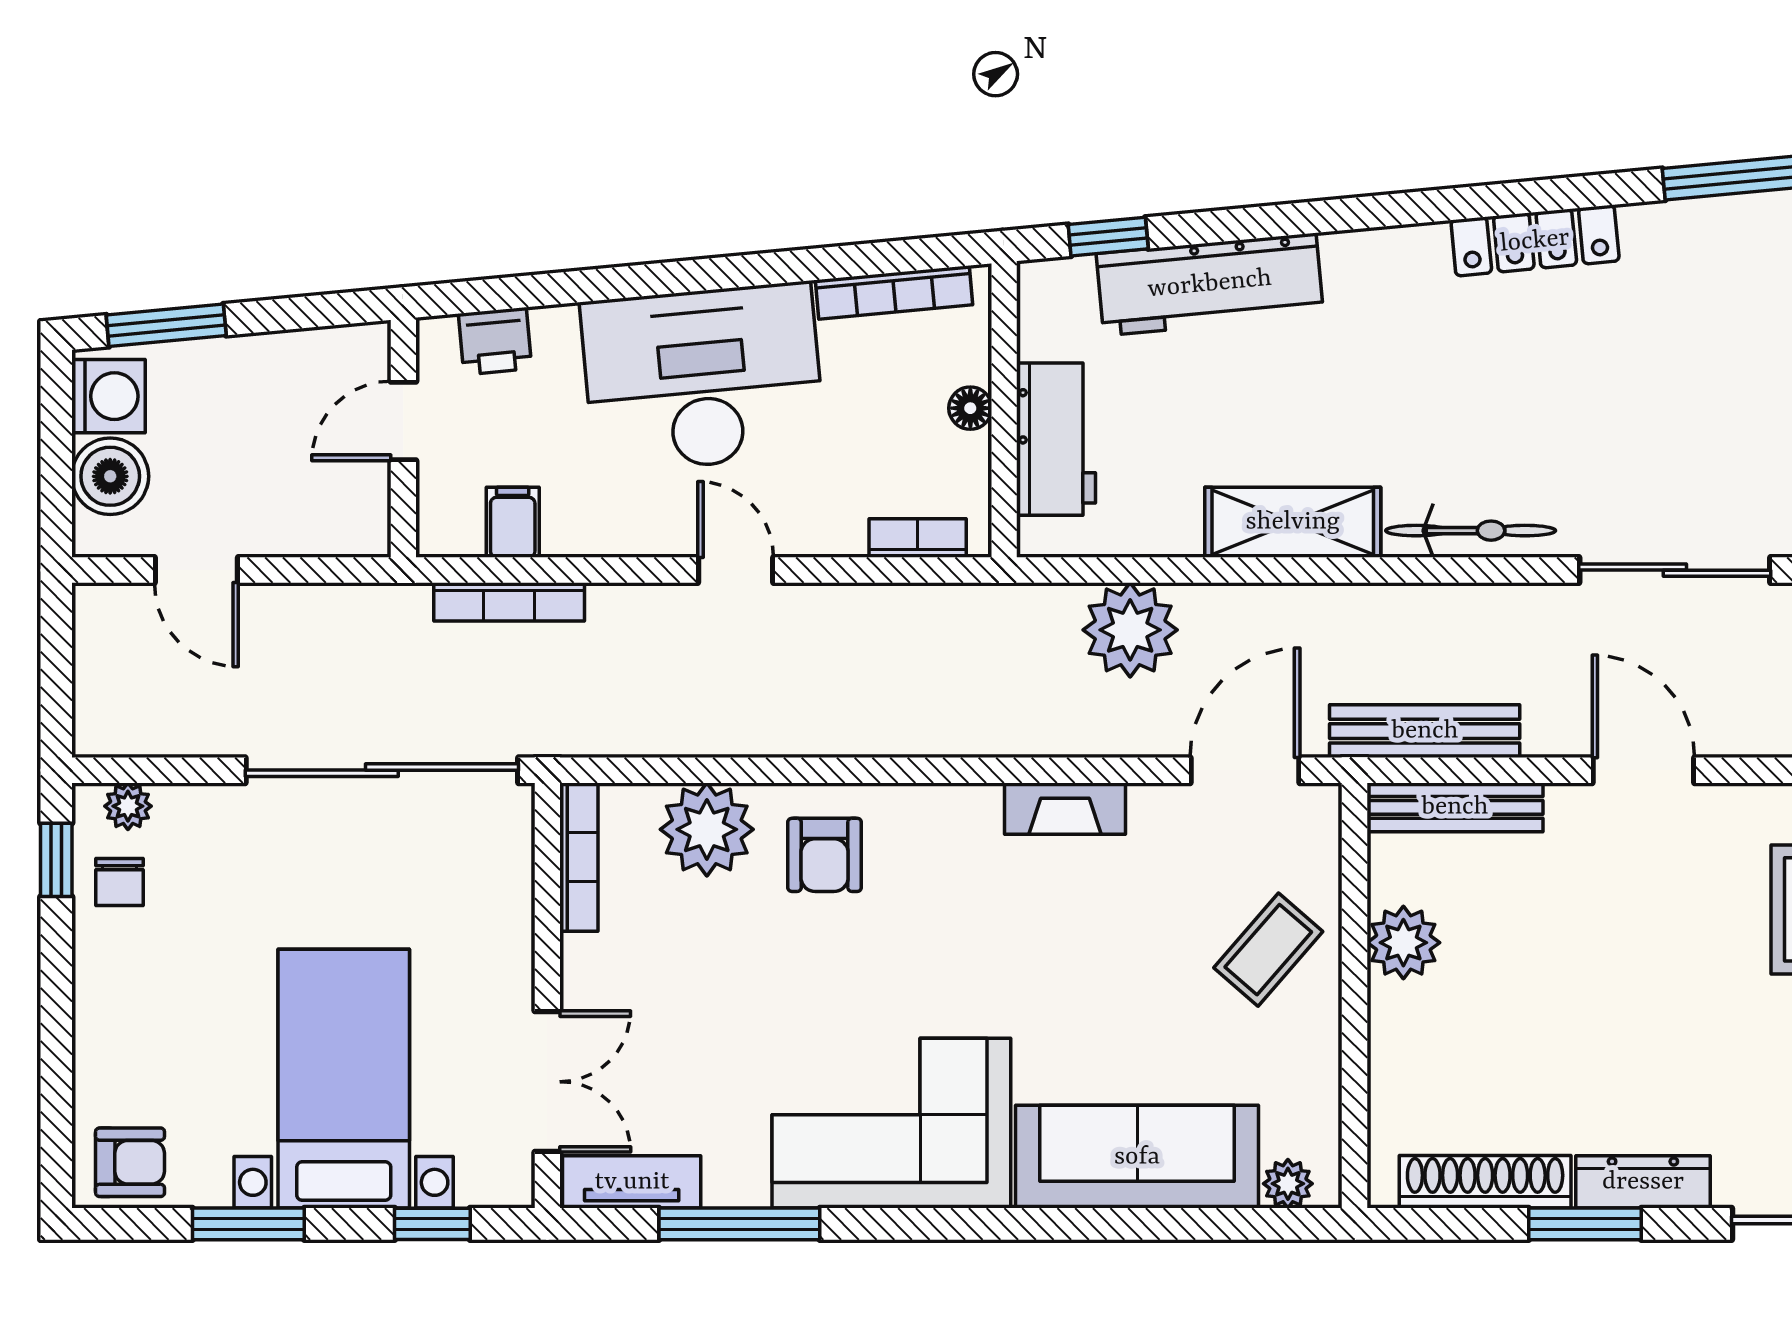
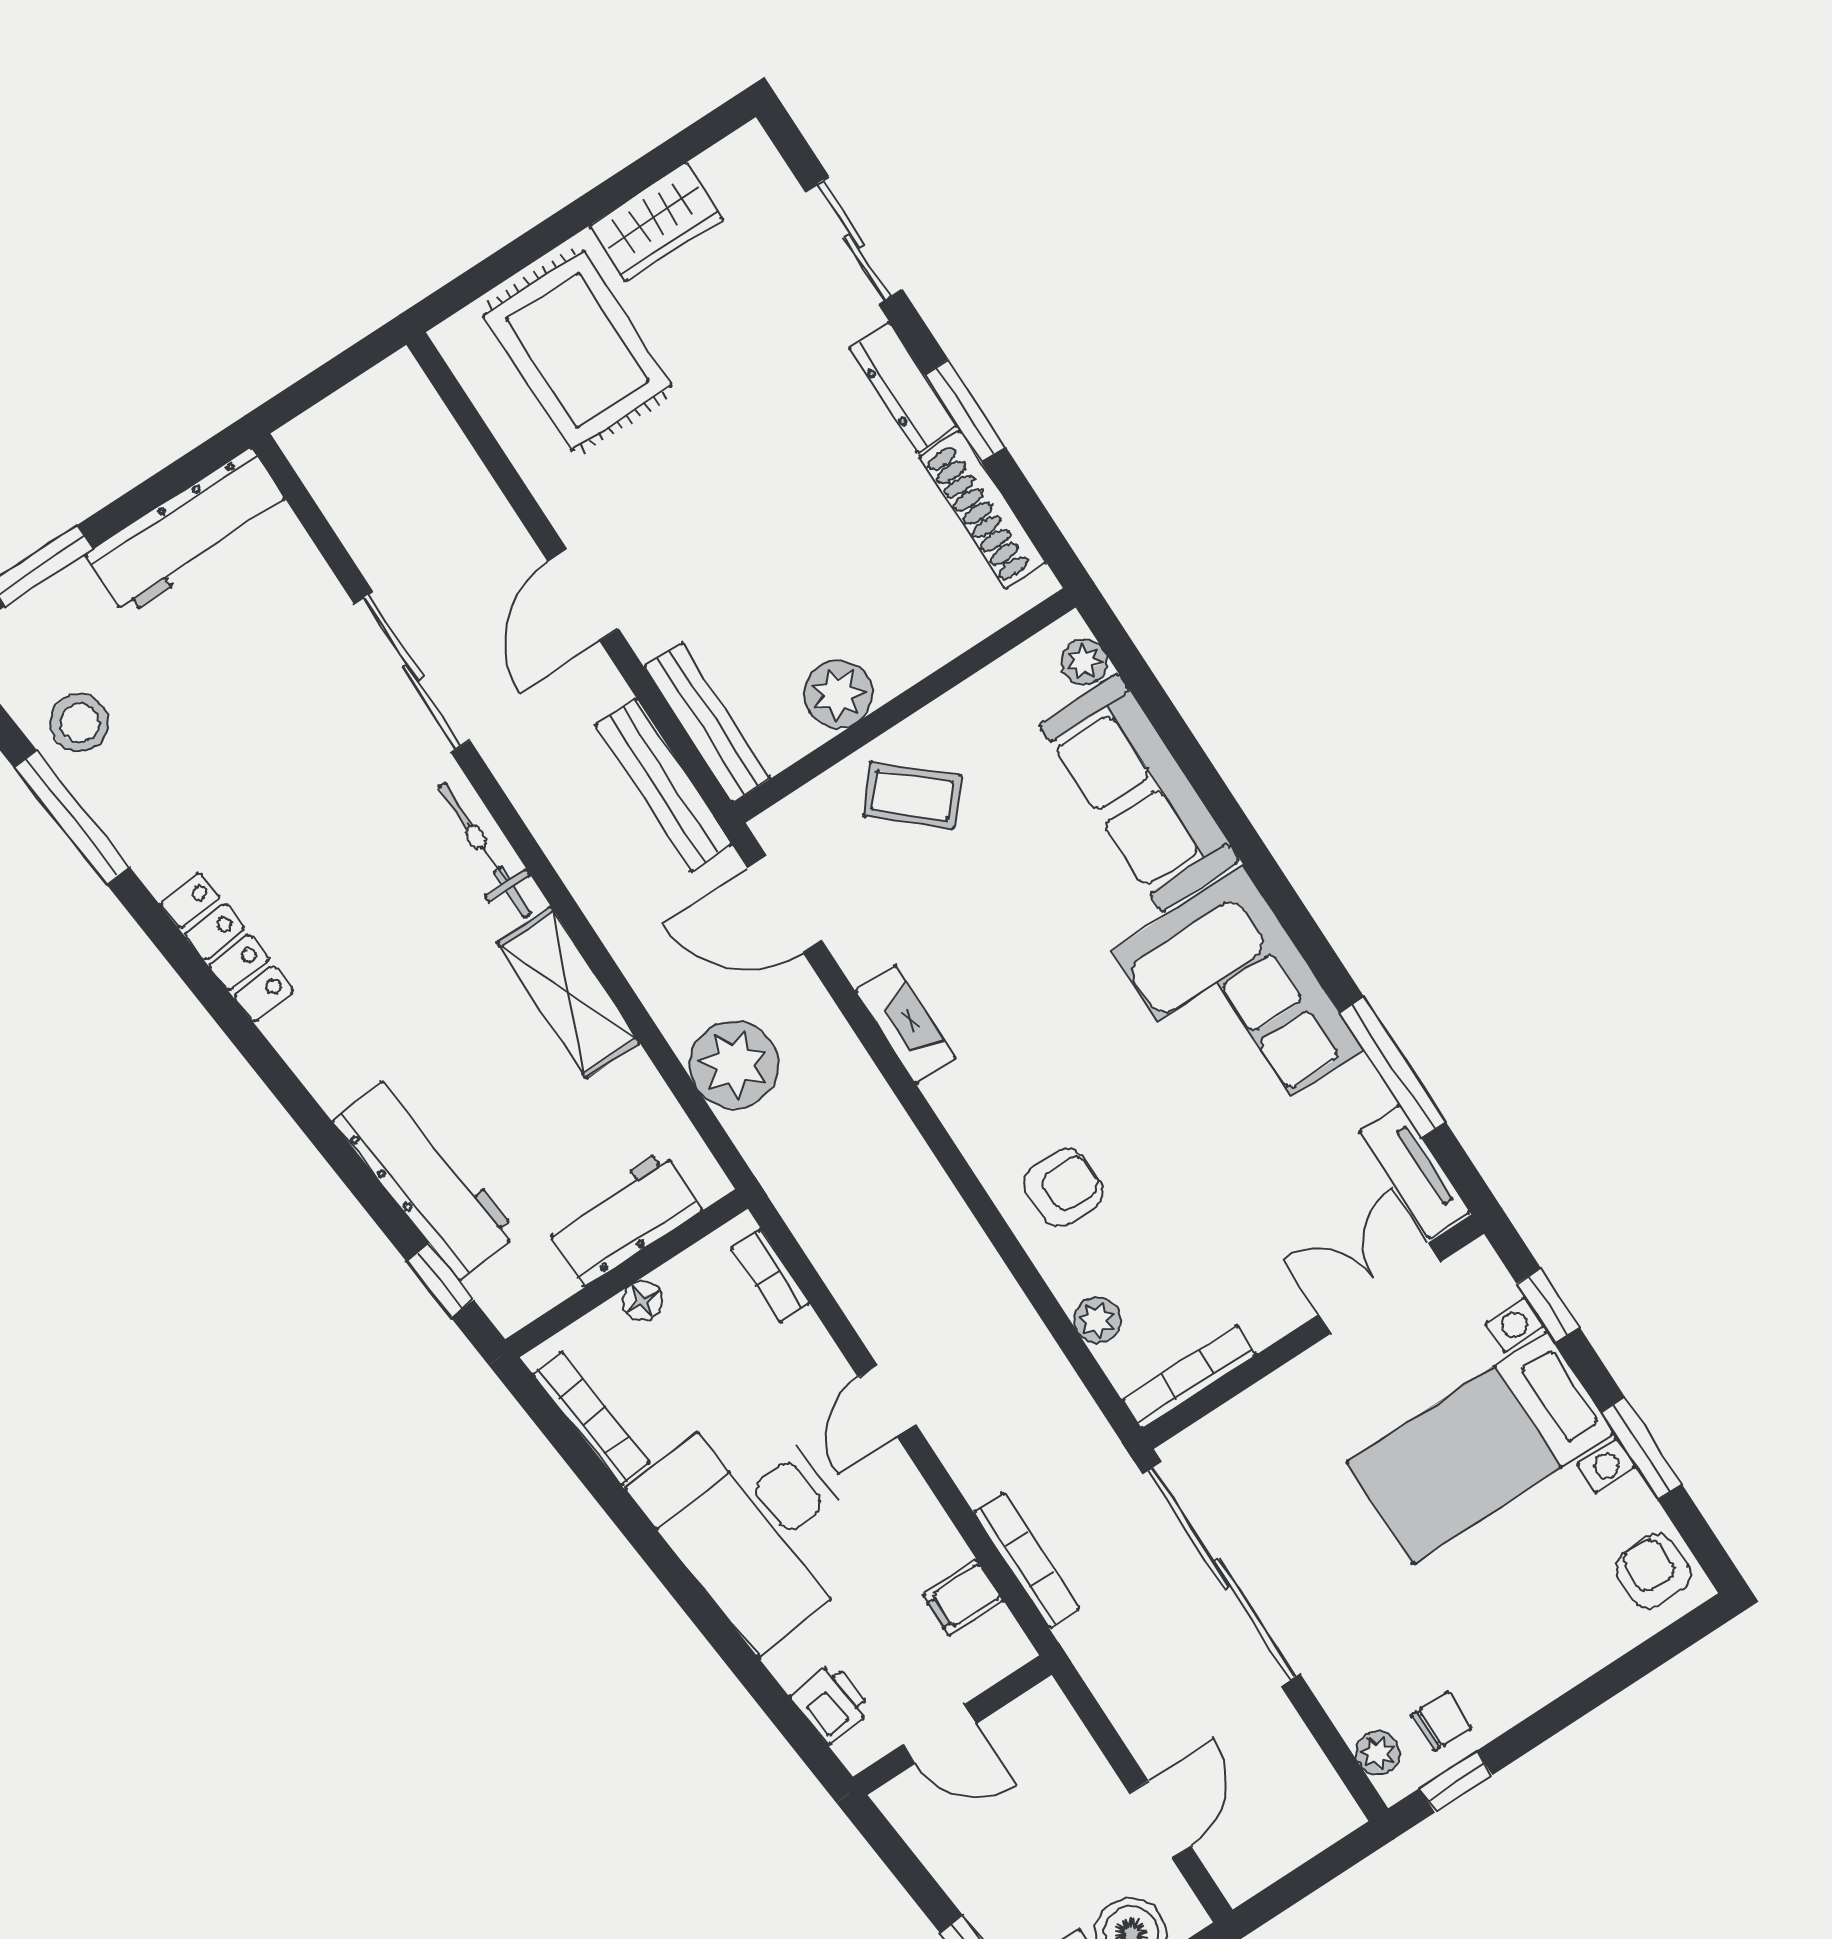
plant: (707, 829) -> (1097, 1320), width x0.53, depth x0.53

